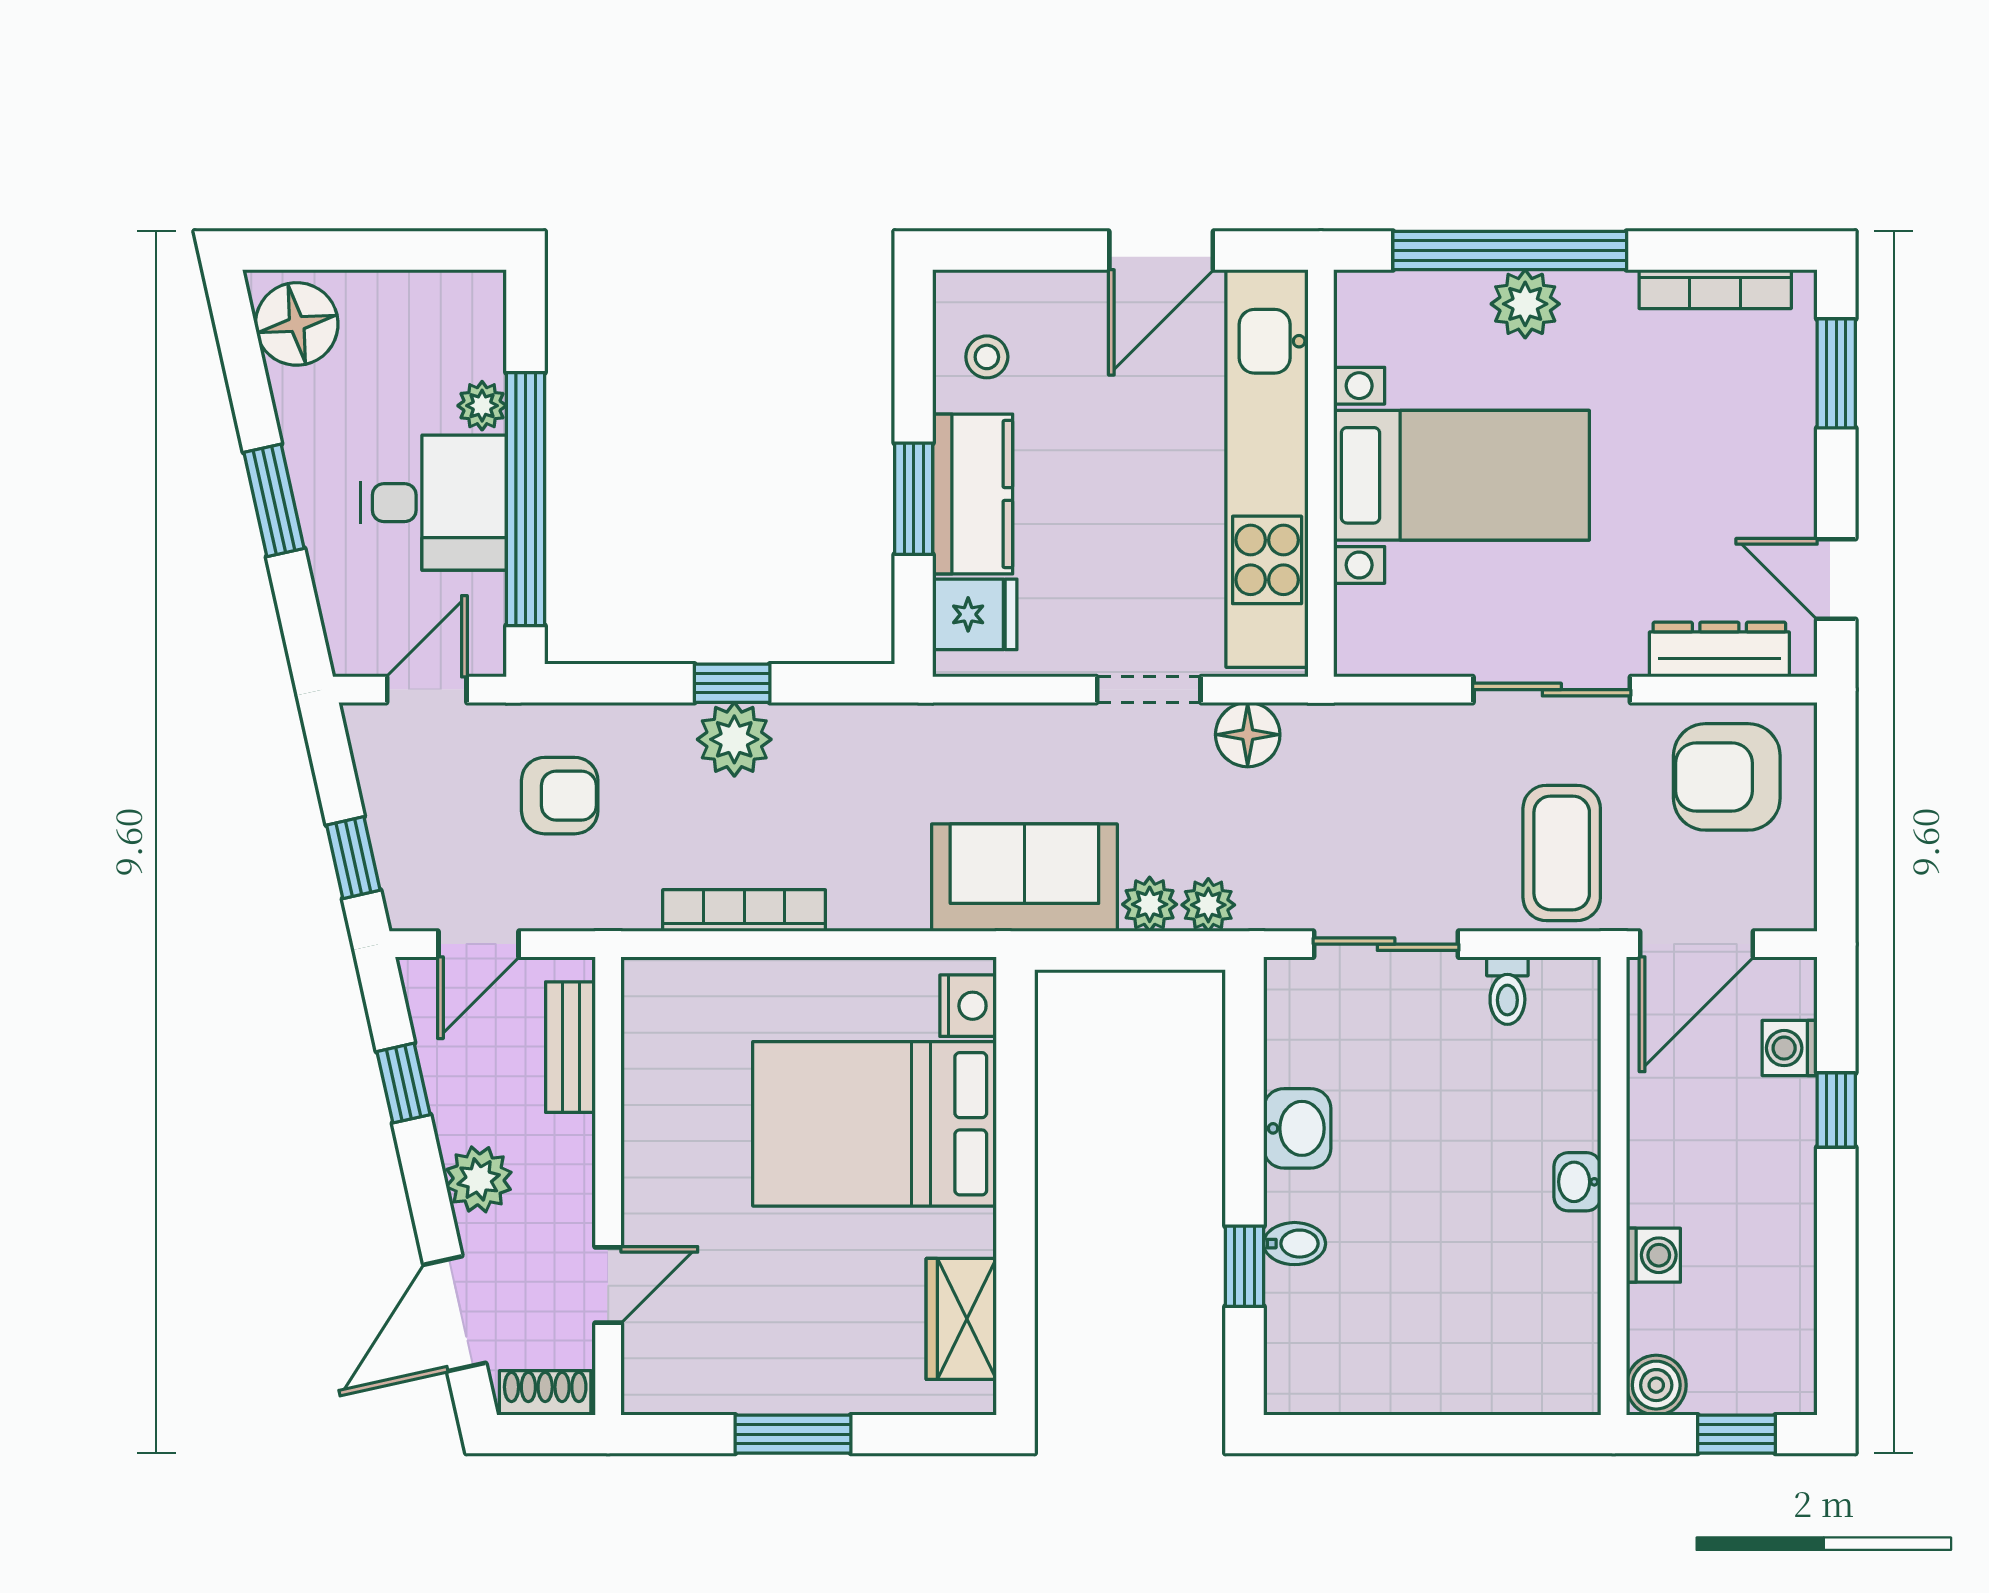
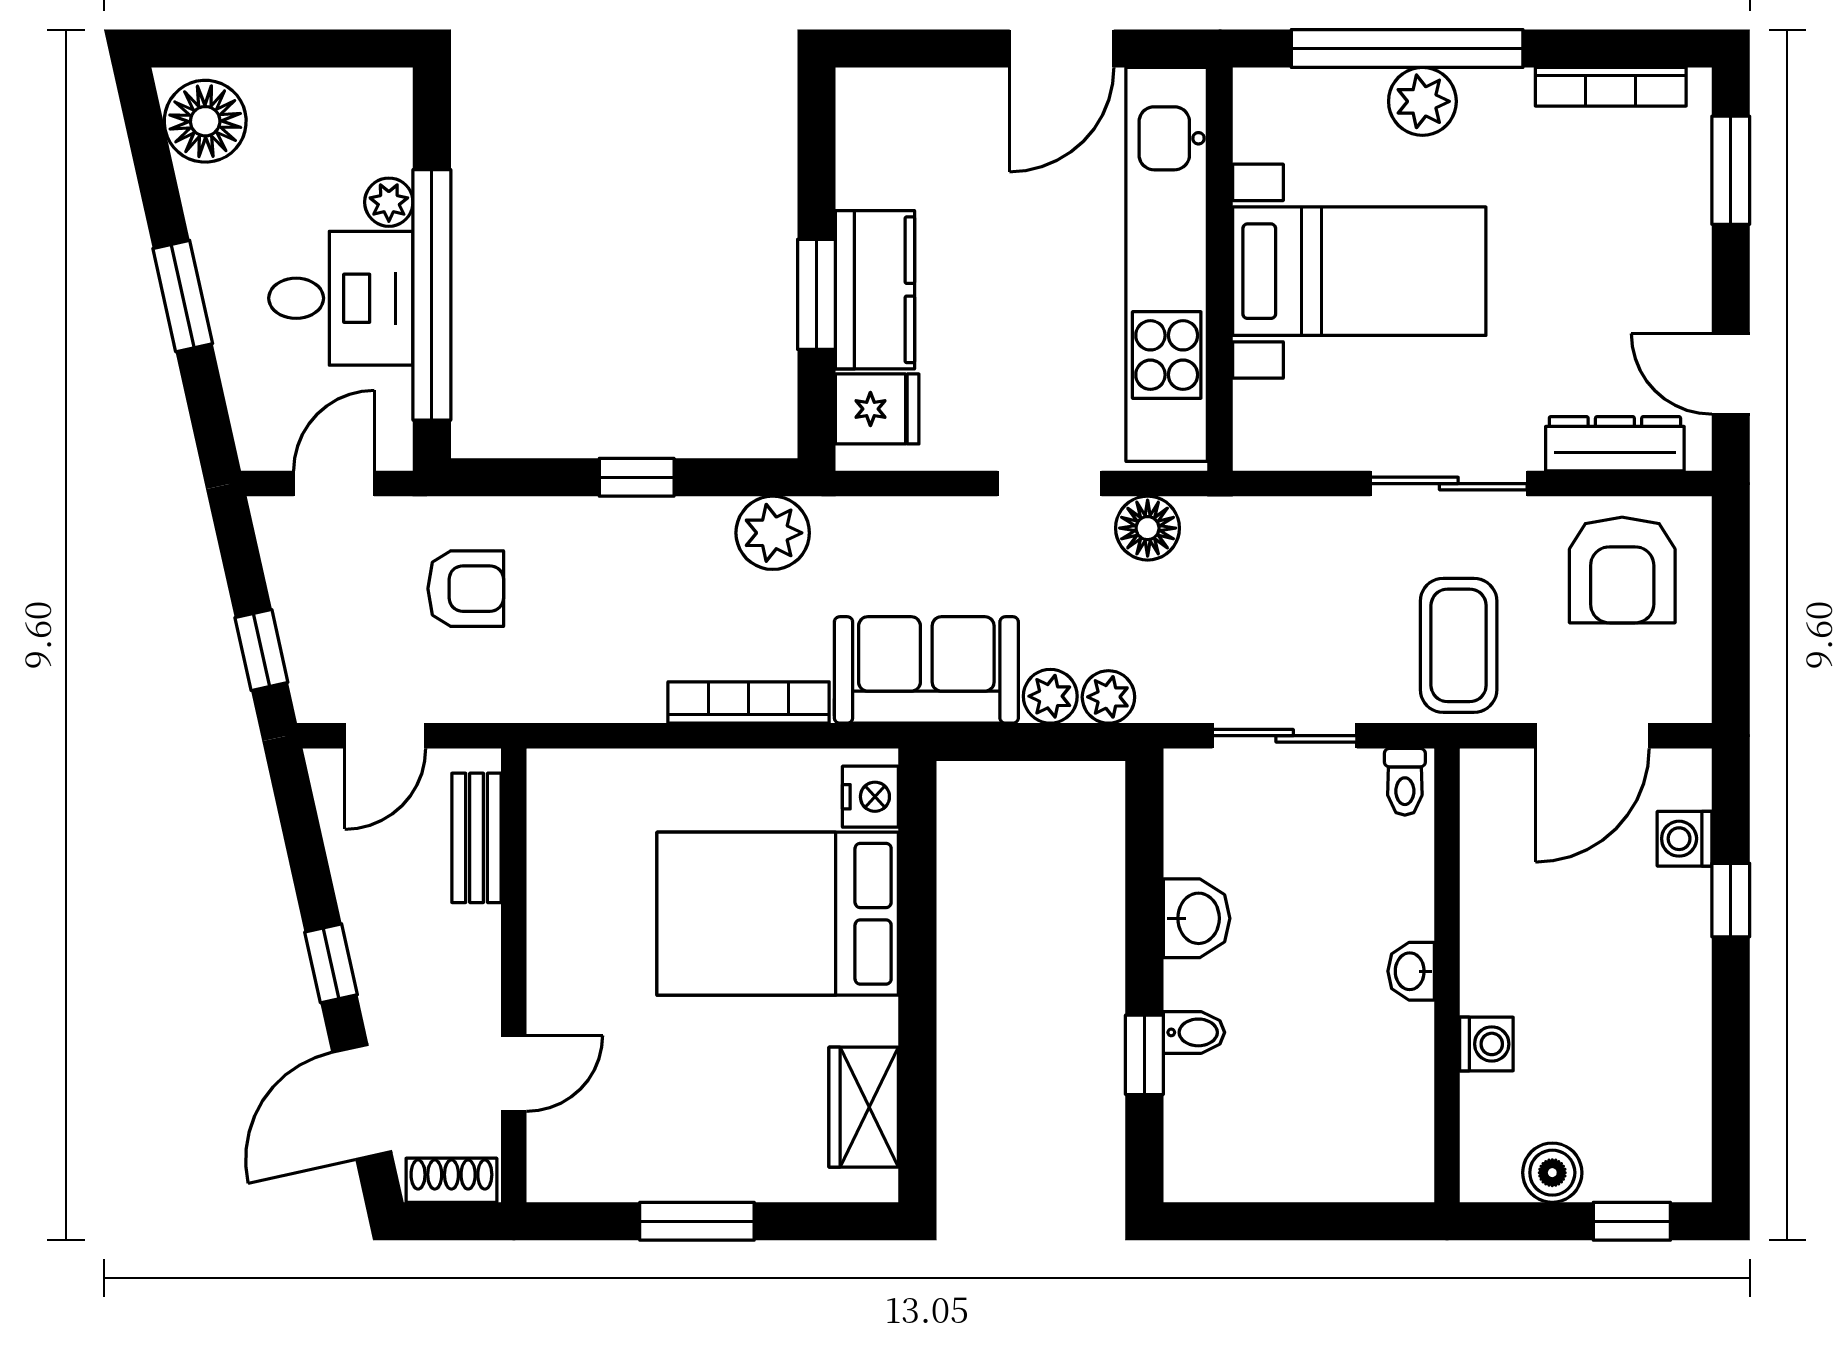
stool: (987, 357) -> (889, 154), removed
plant: (734, 739) -> (773, 533), moved
armchair: (1727, 777) -> (1622, 570), turned -90
bookcase: (744, 911) -> (749, 702), moved
window: (404, 1083) -> (331, 963), moved
plant: (479, 1179) -> (386, 969), removed
washbasin: (1577, 1182) -> (1411, 971), moved
wall: (1614, 1186) -> (1447, 975), moved
washing machine: (1653, 1255) -> (1486, 1044), moved

